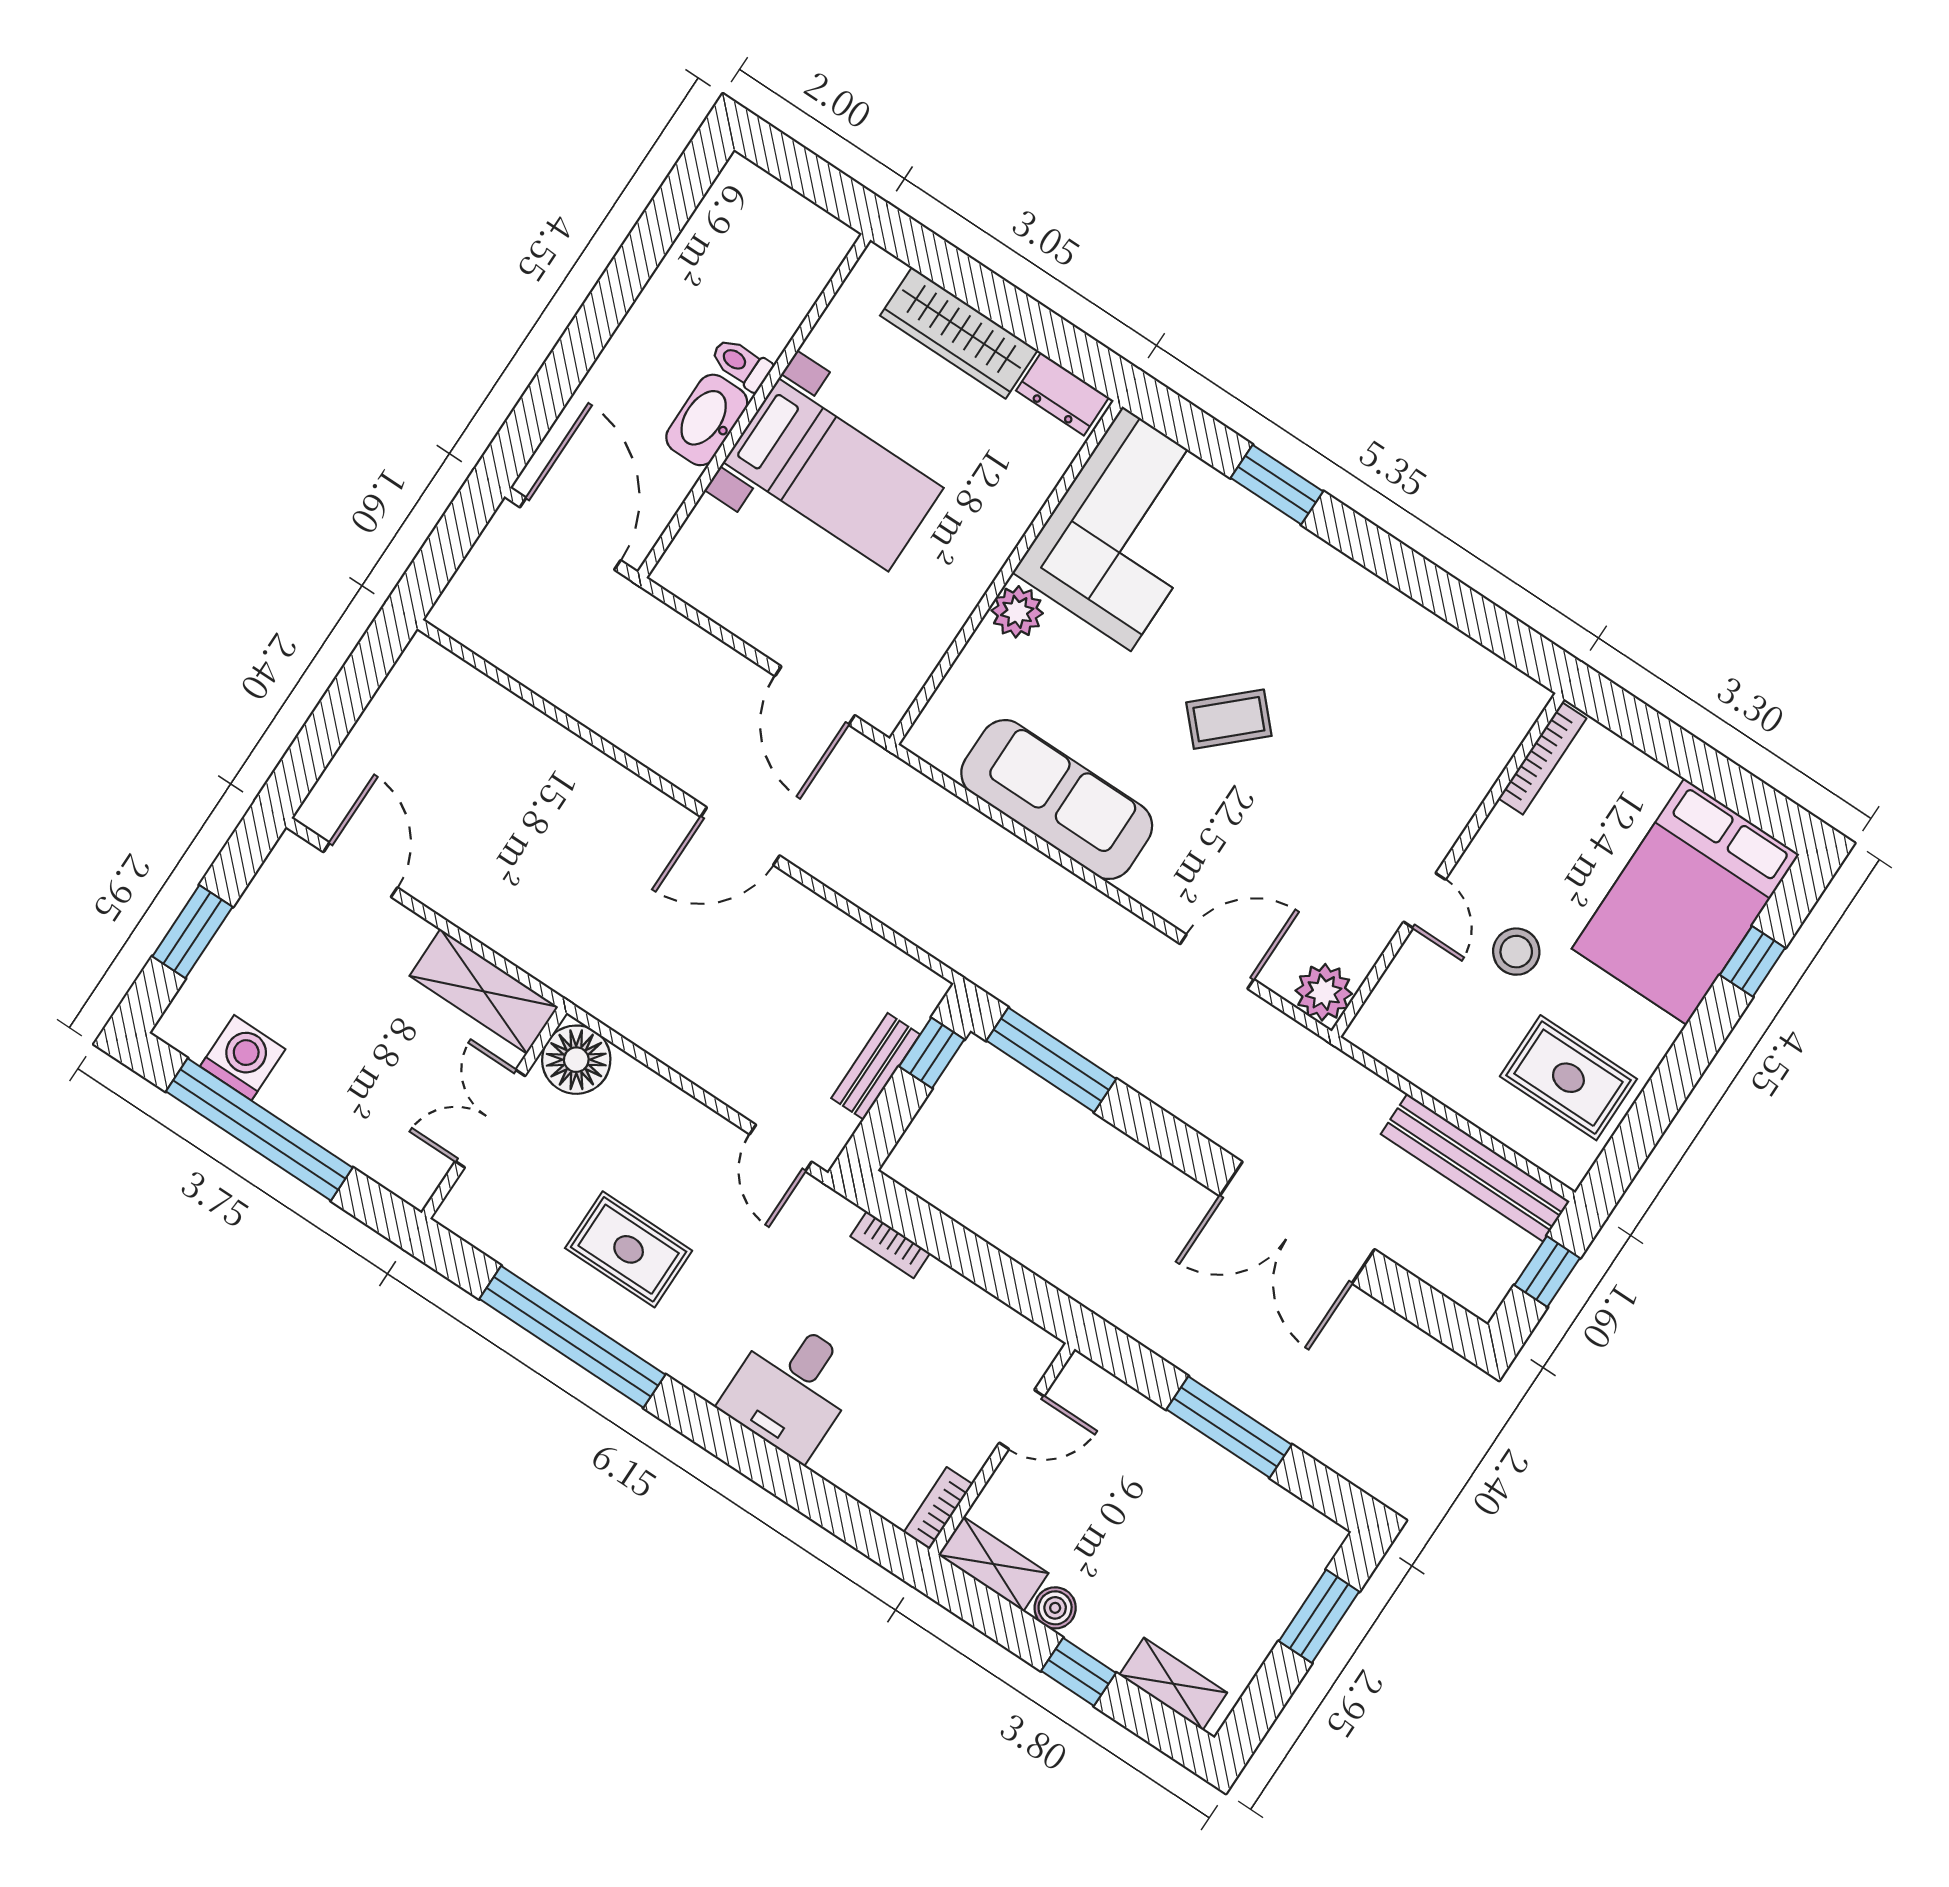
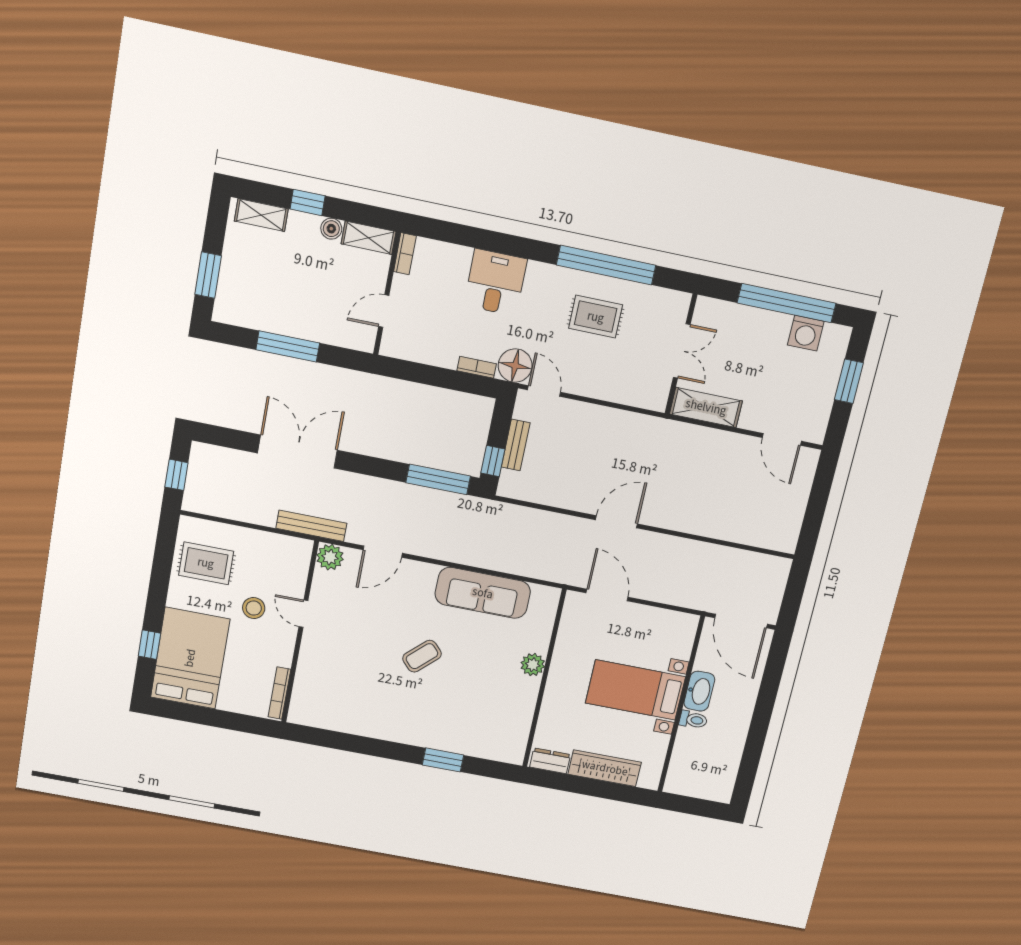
corner sofa: (1127, 529) -> (500, 717), removed
floor lamp: (576, 1060) -> (515, 366), moved
bench: (1475, 1168) -> (311, 526), moved, width x0.73, depth x0.82

